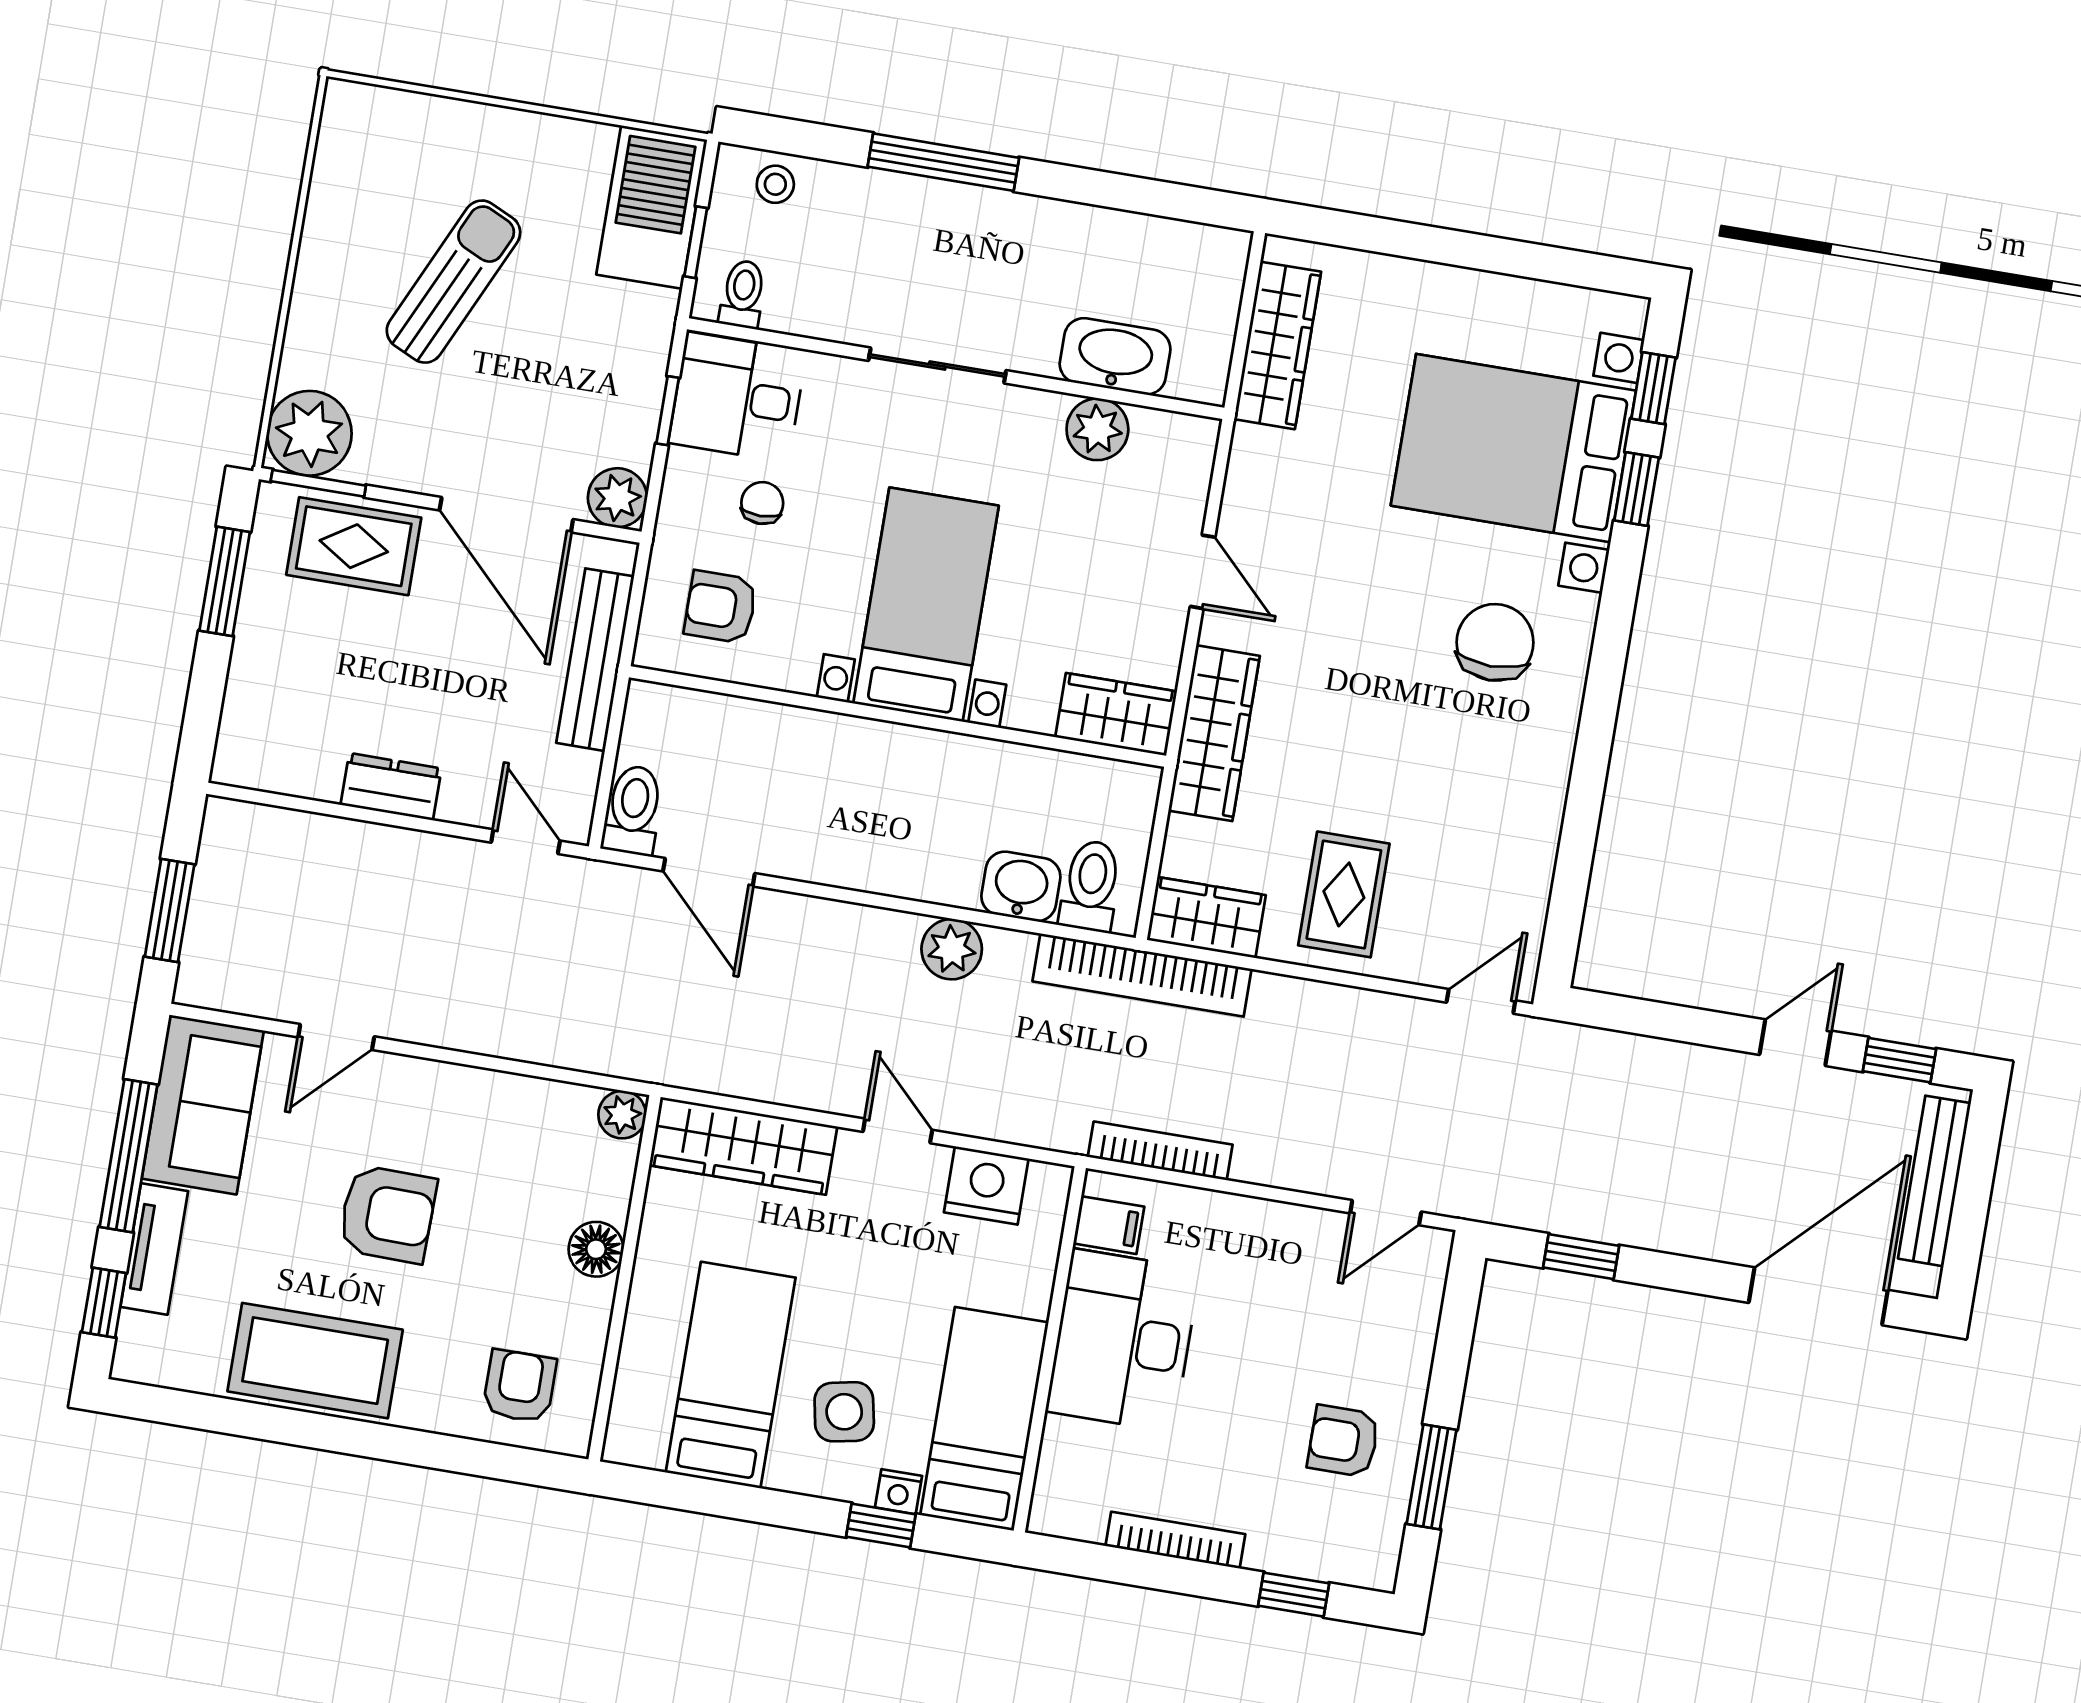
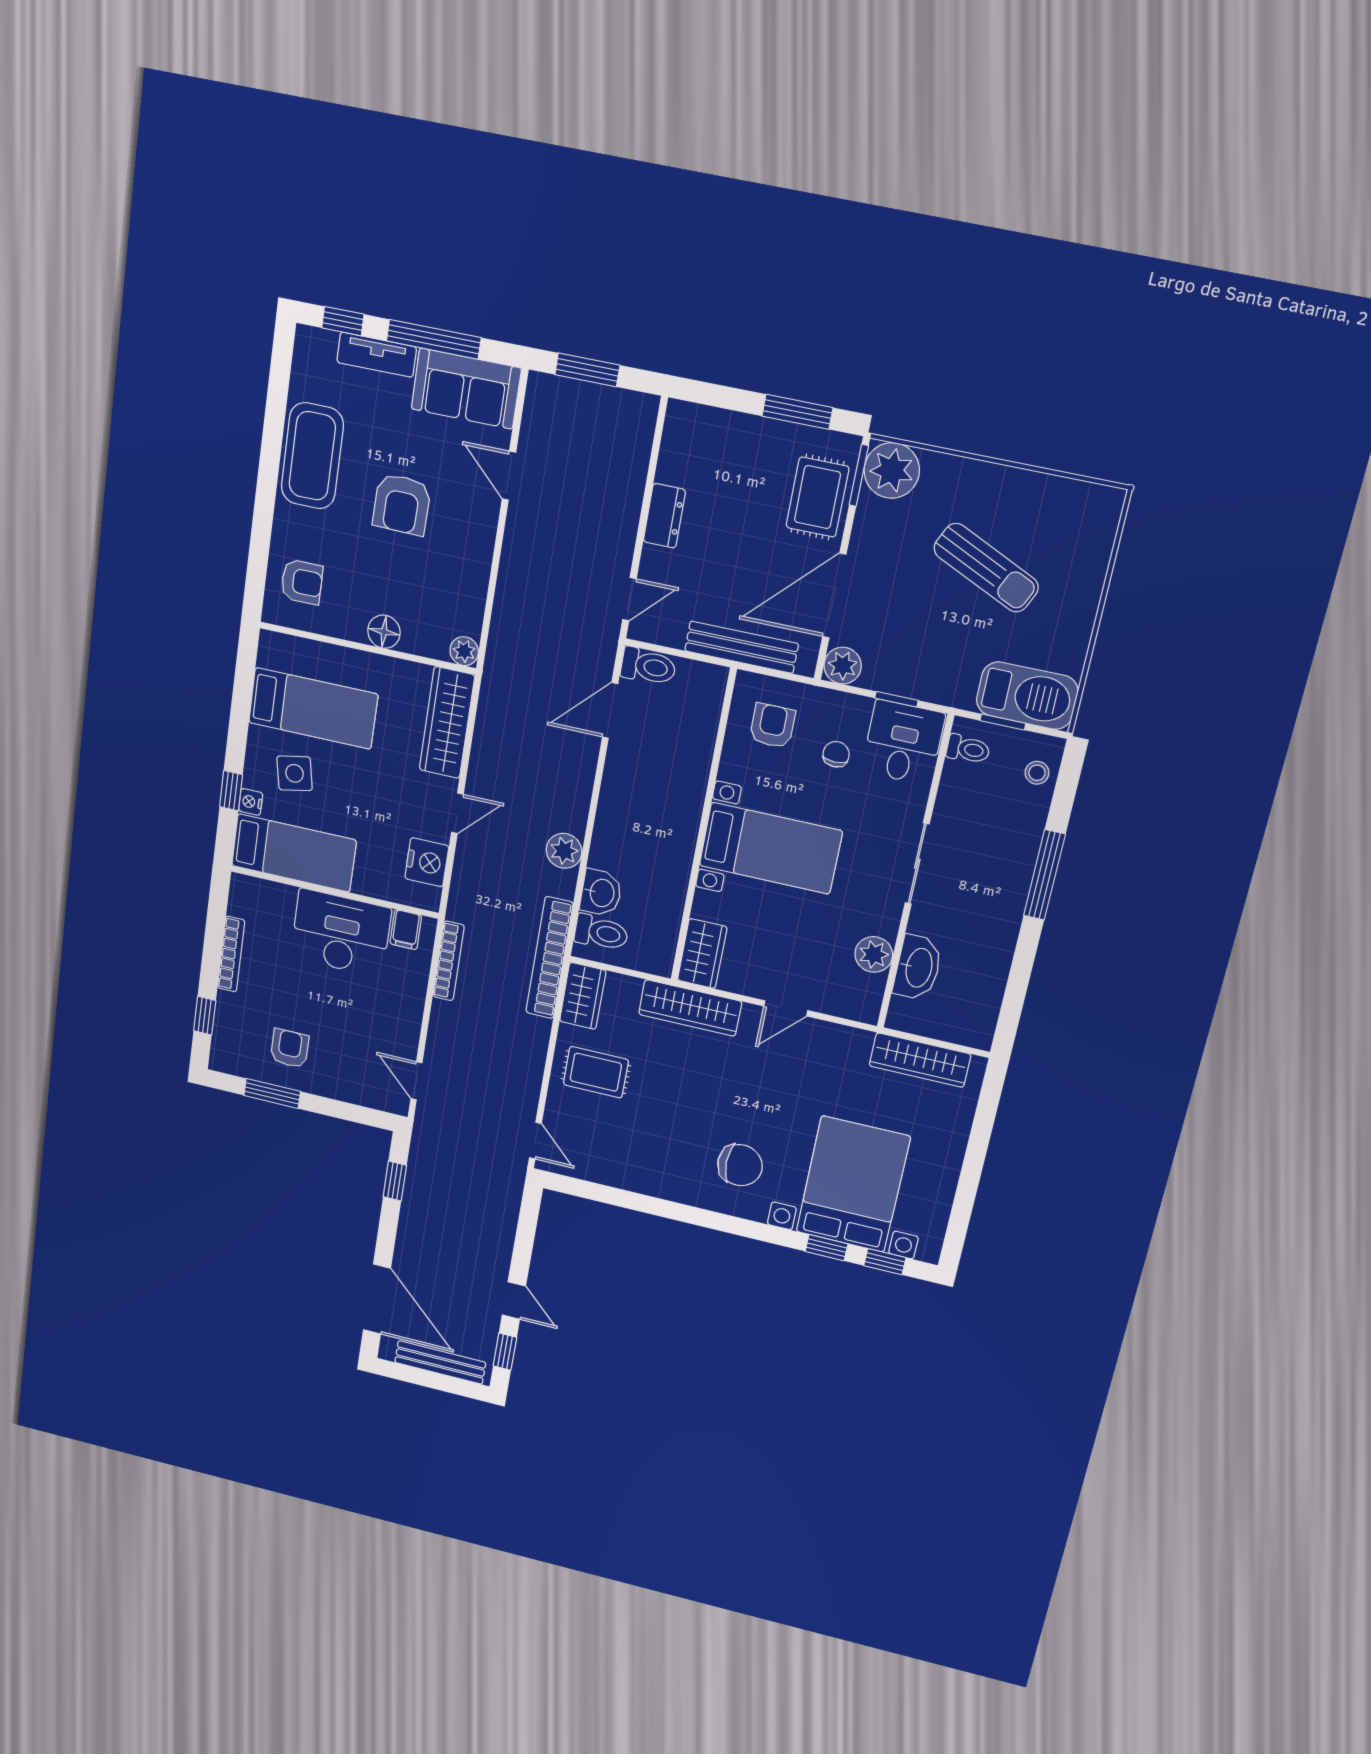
chair: (762, 503) -> (836, 754), turned -90

